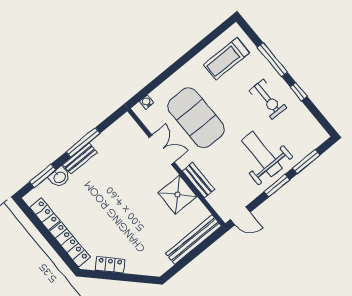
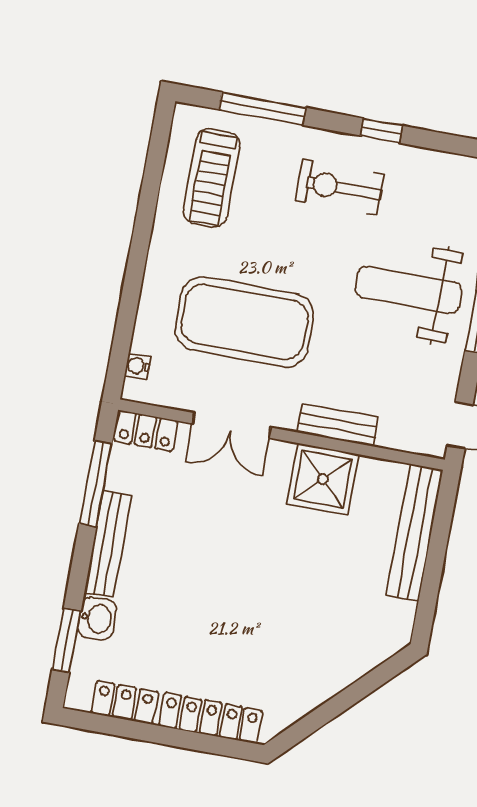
window: (272, 60) -> (262, 109), moved
exercise bike: (268, 99) -> (340, 187), turned 180
window: (83, 142) -> (96, 484), moved
double door: (162, 150) -> (232, 425), swing flipped
bench: (80, 158) -> (108, 544), width x1.36
locker: (110, 265) -> (146, 431), moved, turned -135

